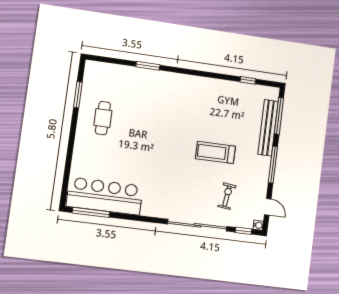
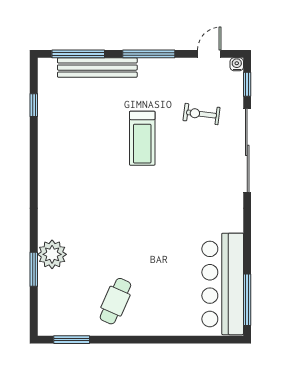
window: (148, 66) -> (34, 269), moved
plant: (142, 78) -> (52, 254), added
window: (78, 95) -> (72, 340), moved
cafe table: (103, 118) -> (115, 301), turned -66

